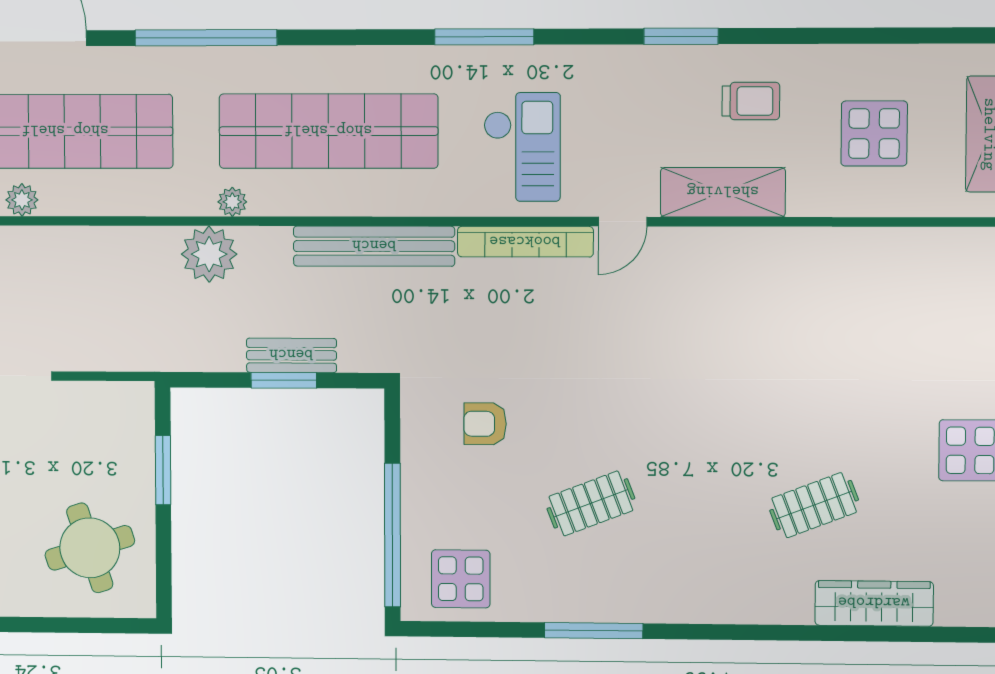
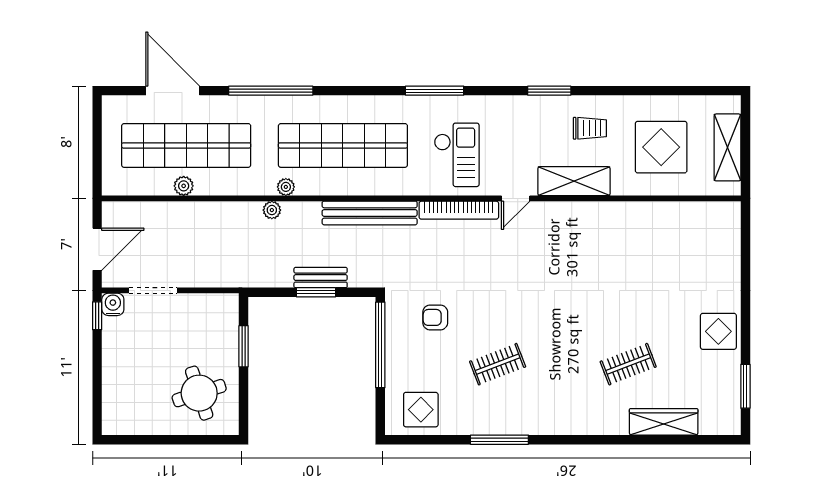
display table: (874, 133) -> (661, 147), width x1.36, depth x1.36
plant: (22, 200) -> (184, 186), moved
plant: (209, 254) -> (272, 210), width x0.53, depth x0.53
window: (392, 535) -> (380, 345), moved

